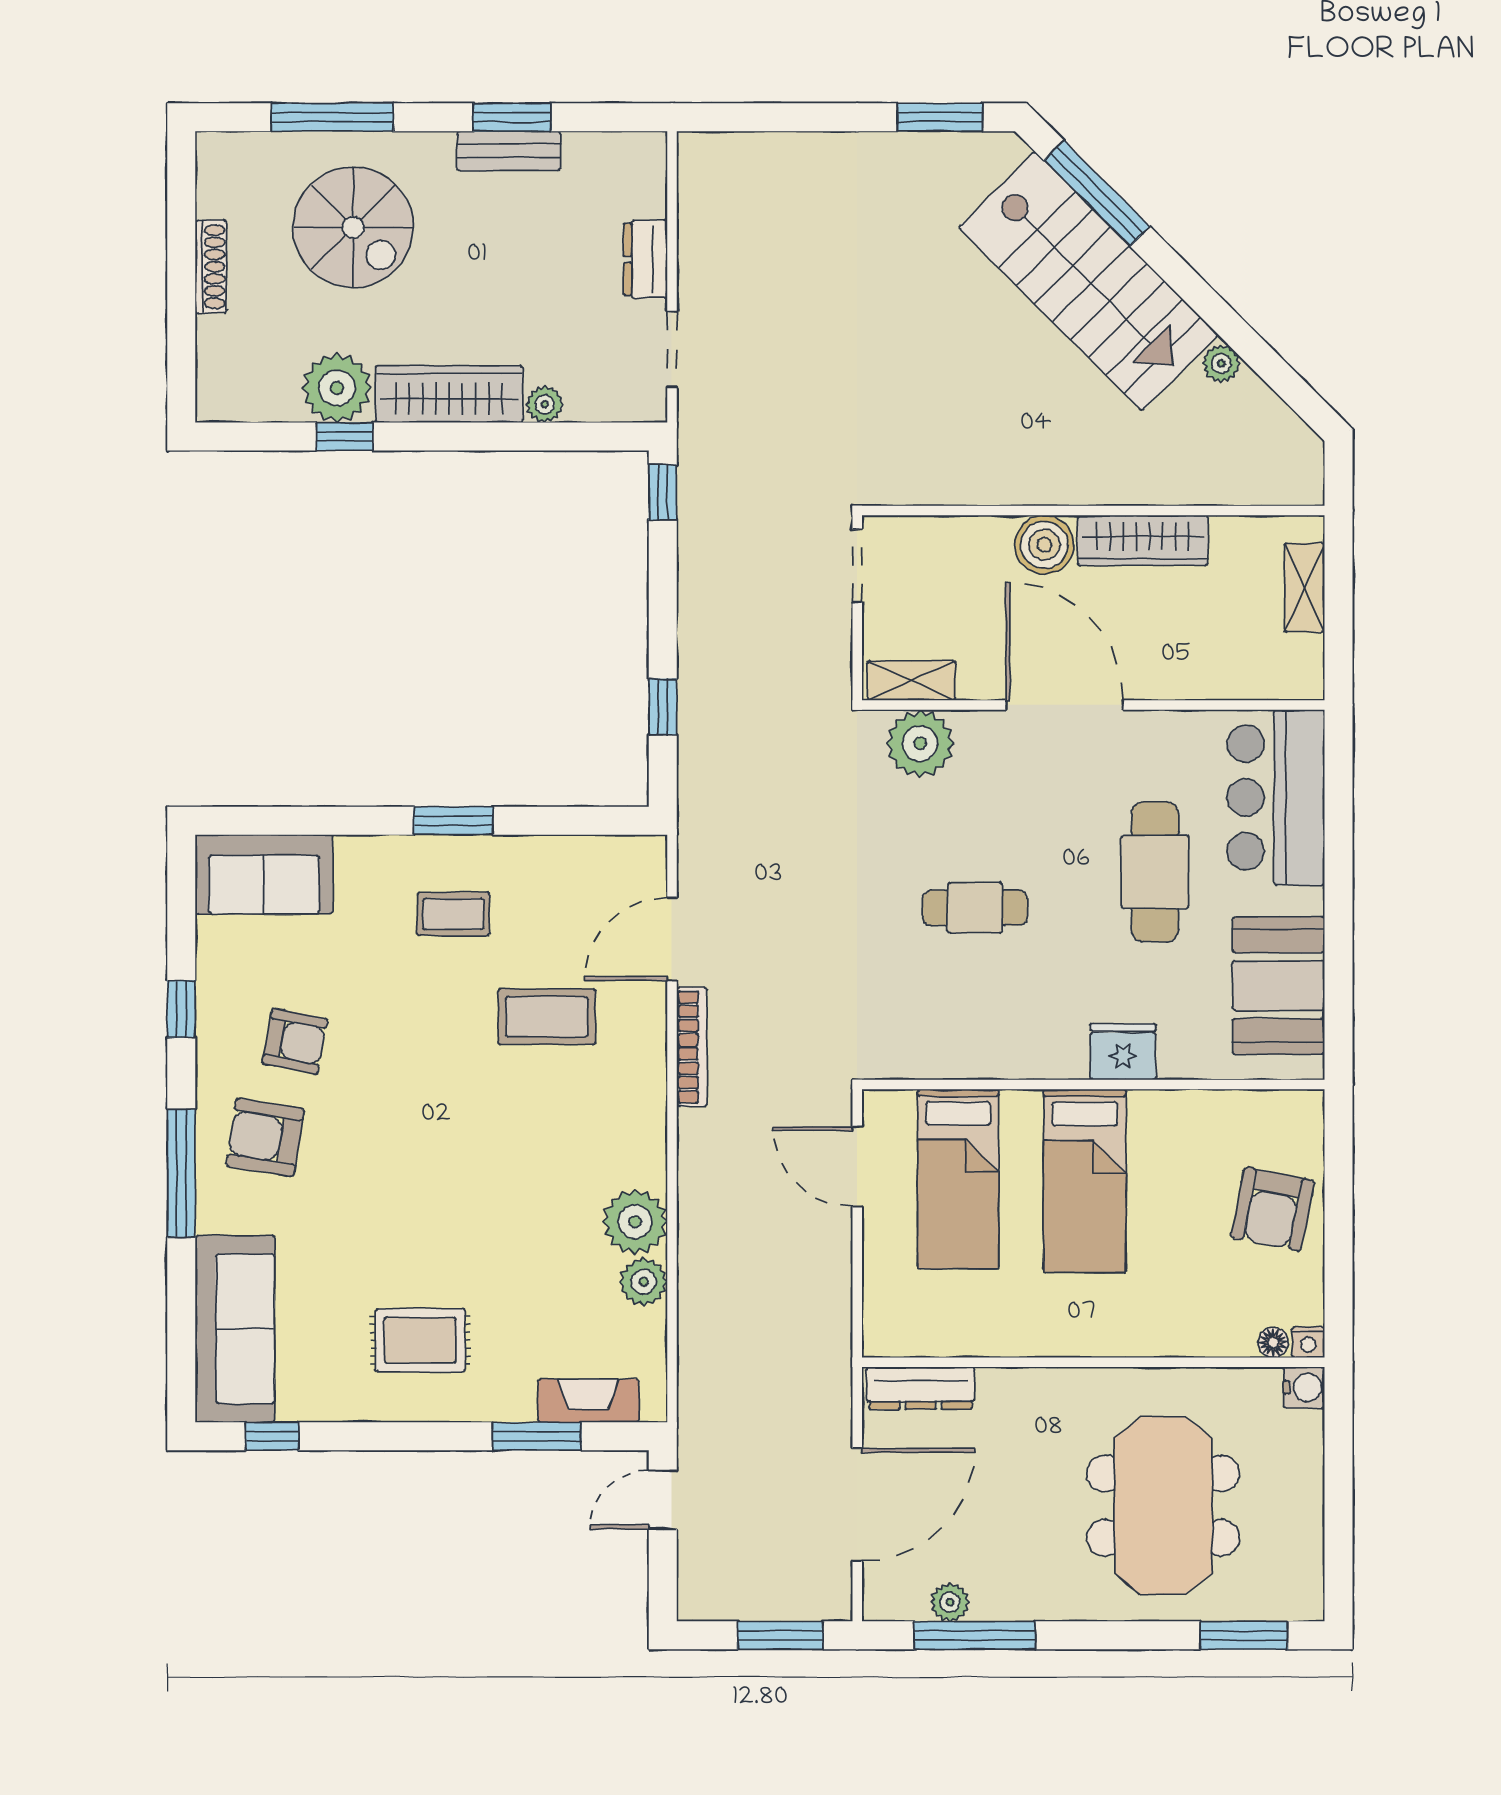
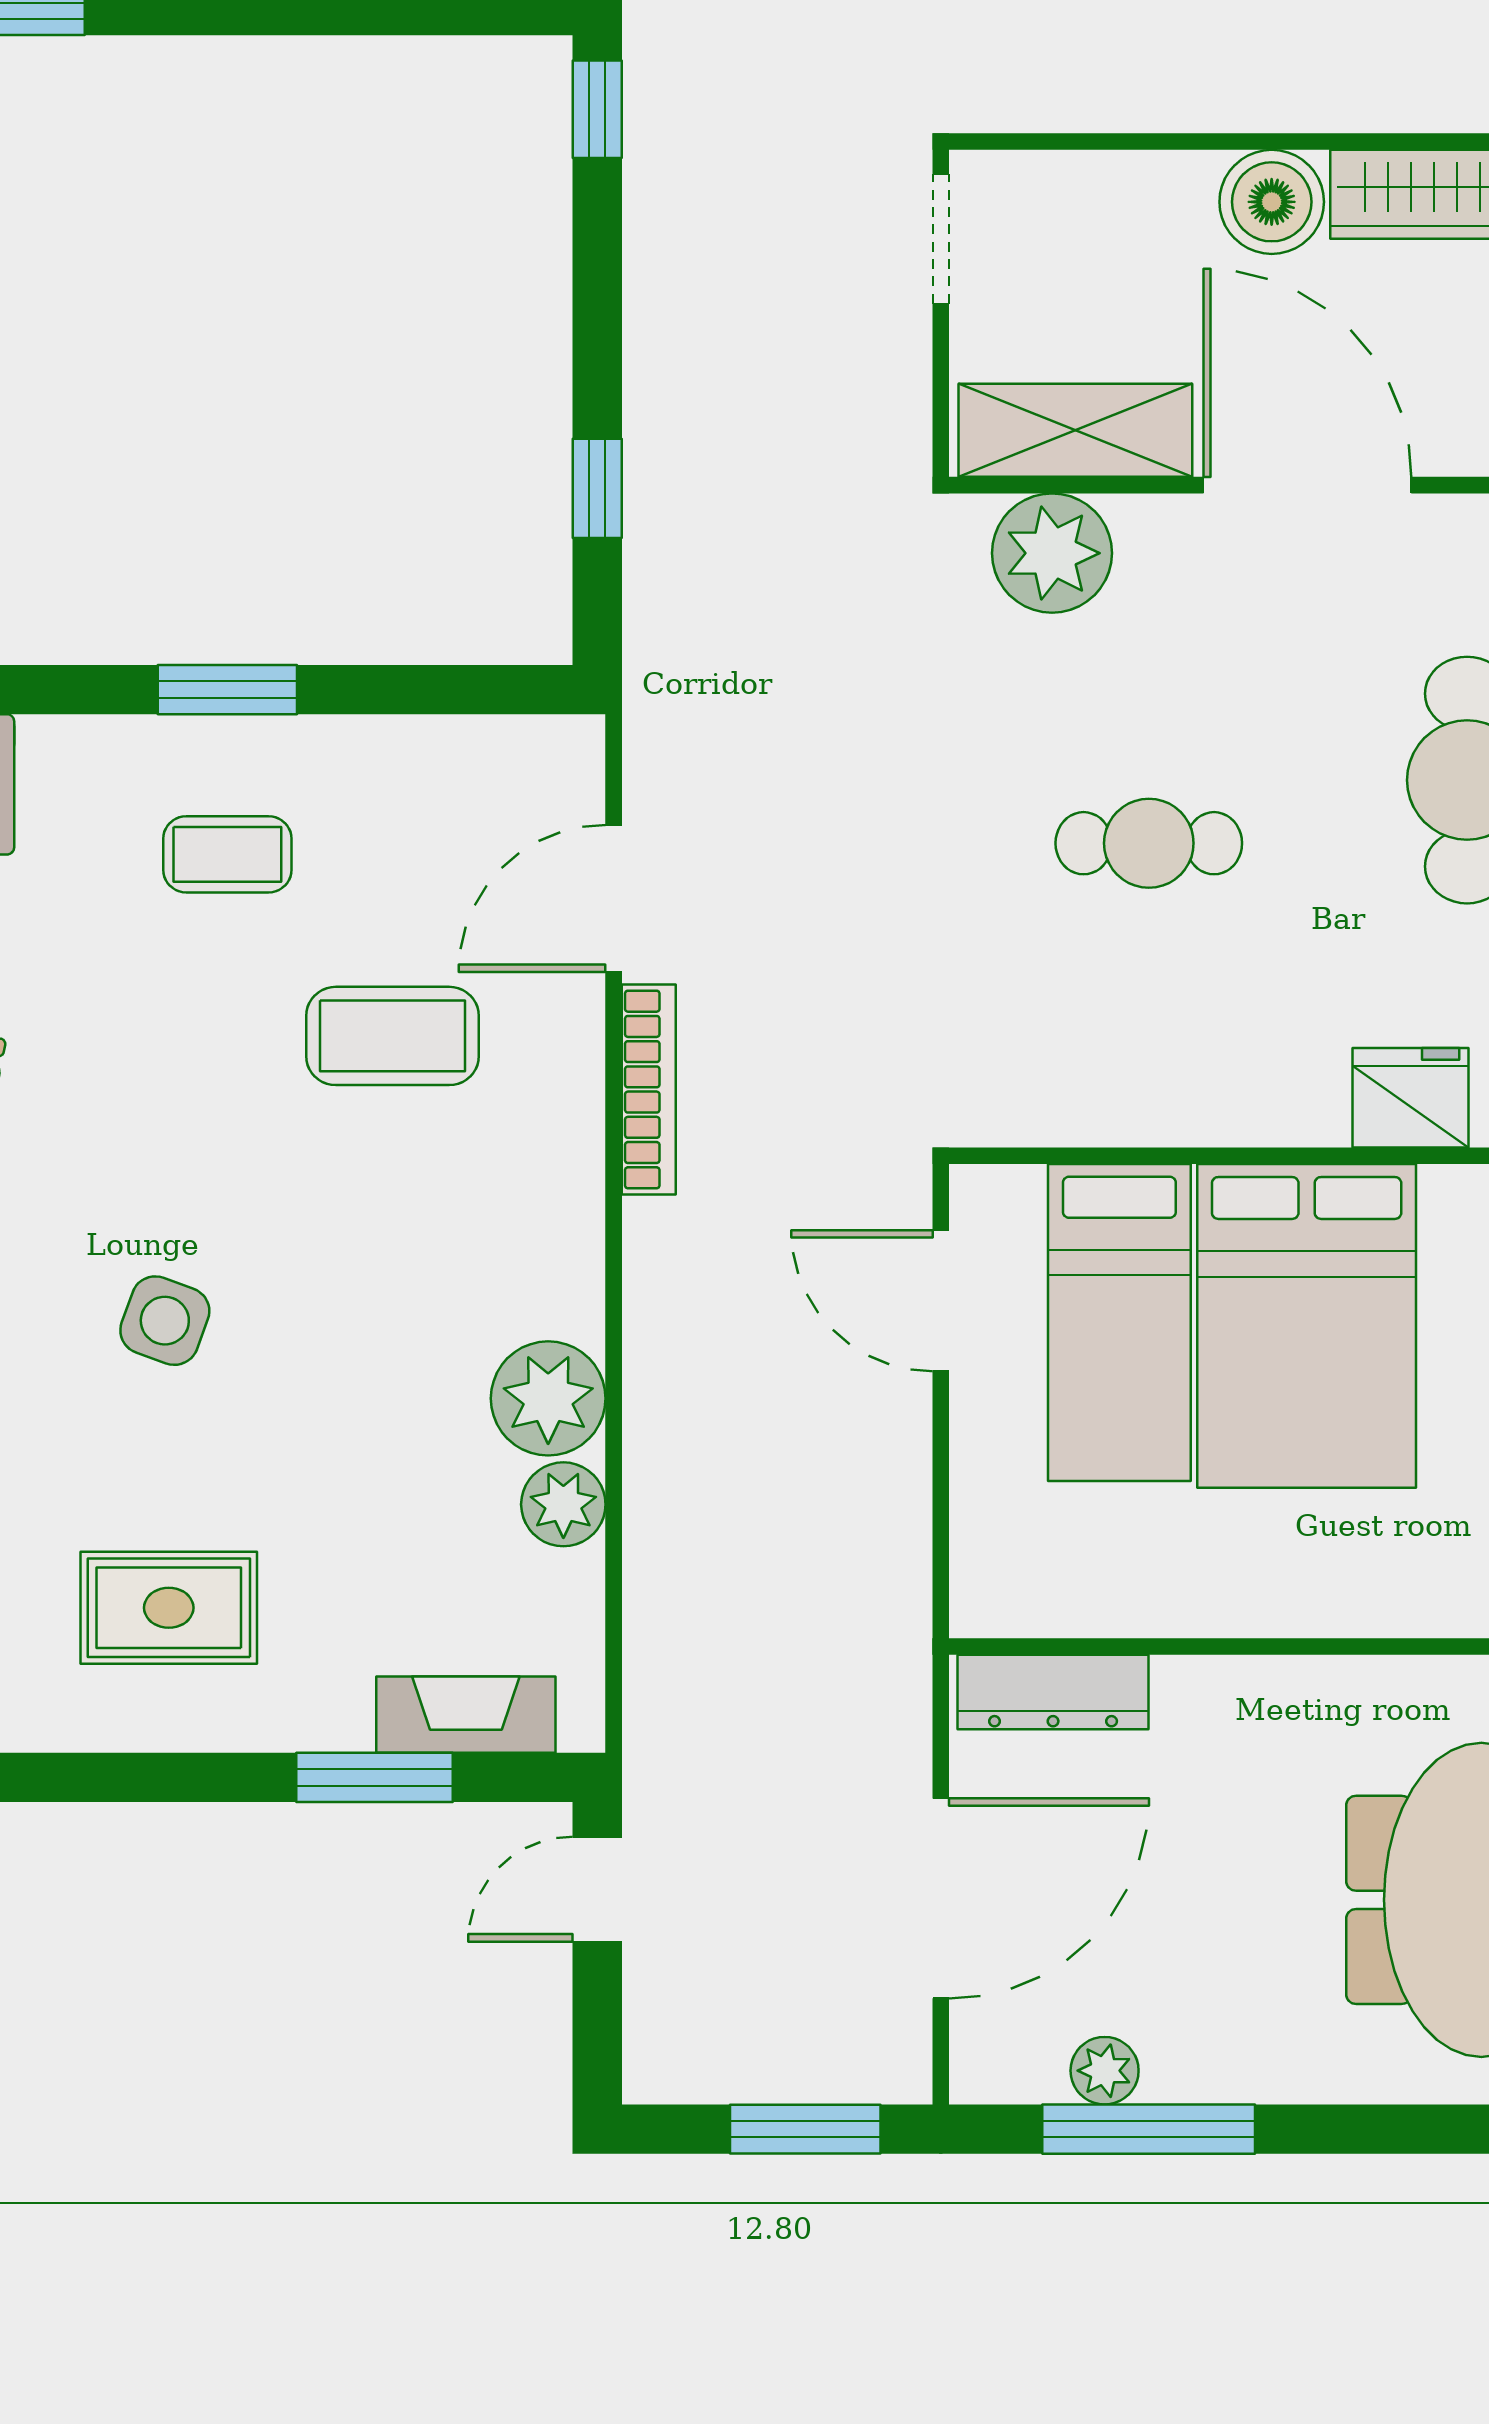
shelving: (911, 681) -> (1075, 430), width x1.50, depth x1.33
side table: (418, 1178) -> (165, 1321), added
bed: (1085, 1181) -> (1307, 1326), width x1.50

